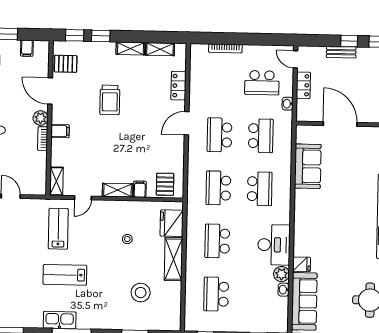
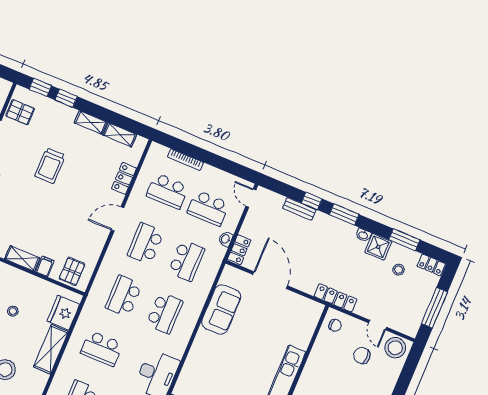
school desk: (221, 82) -> (168, 191), added
locker: (303, 85) -> (239, 250), moved
school desk: (217, 241) -> (102, 348), turned -90

